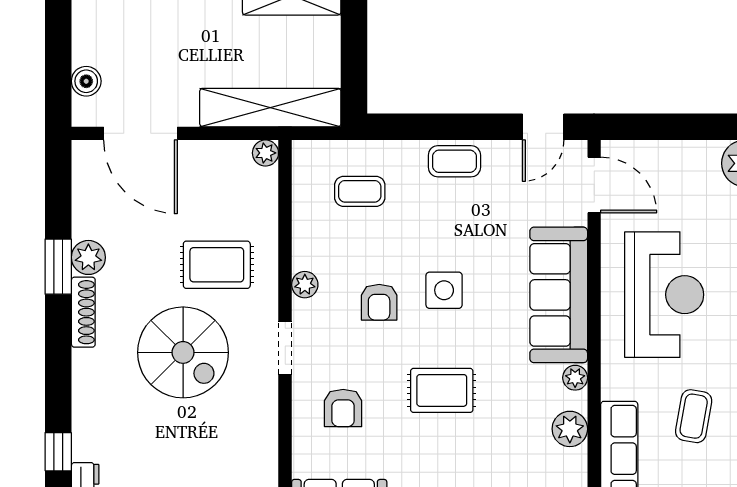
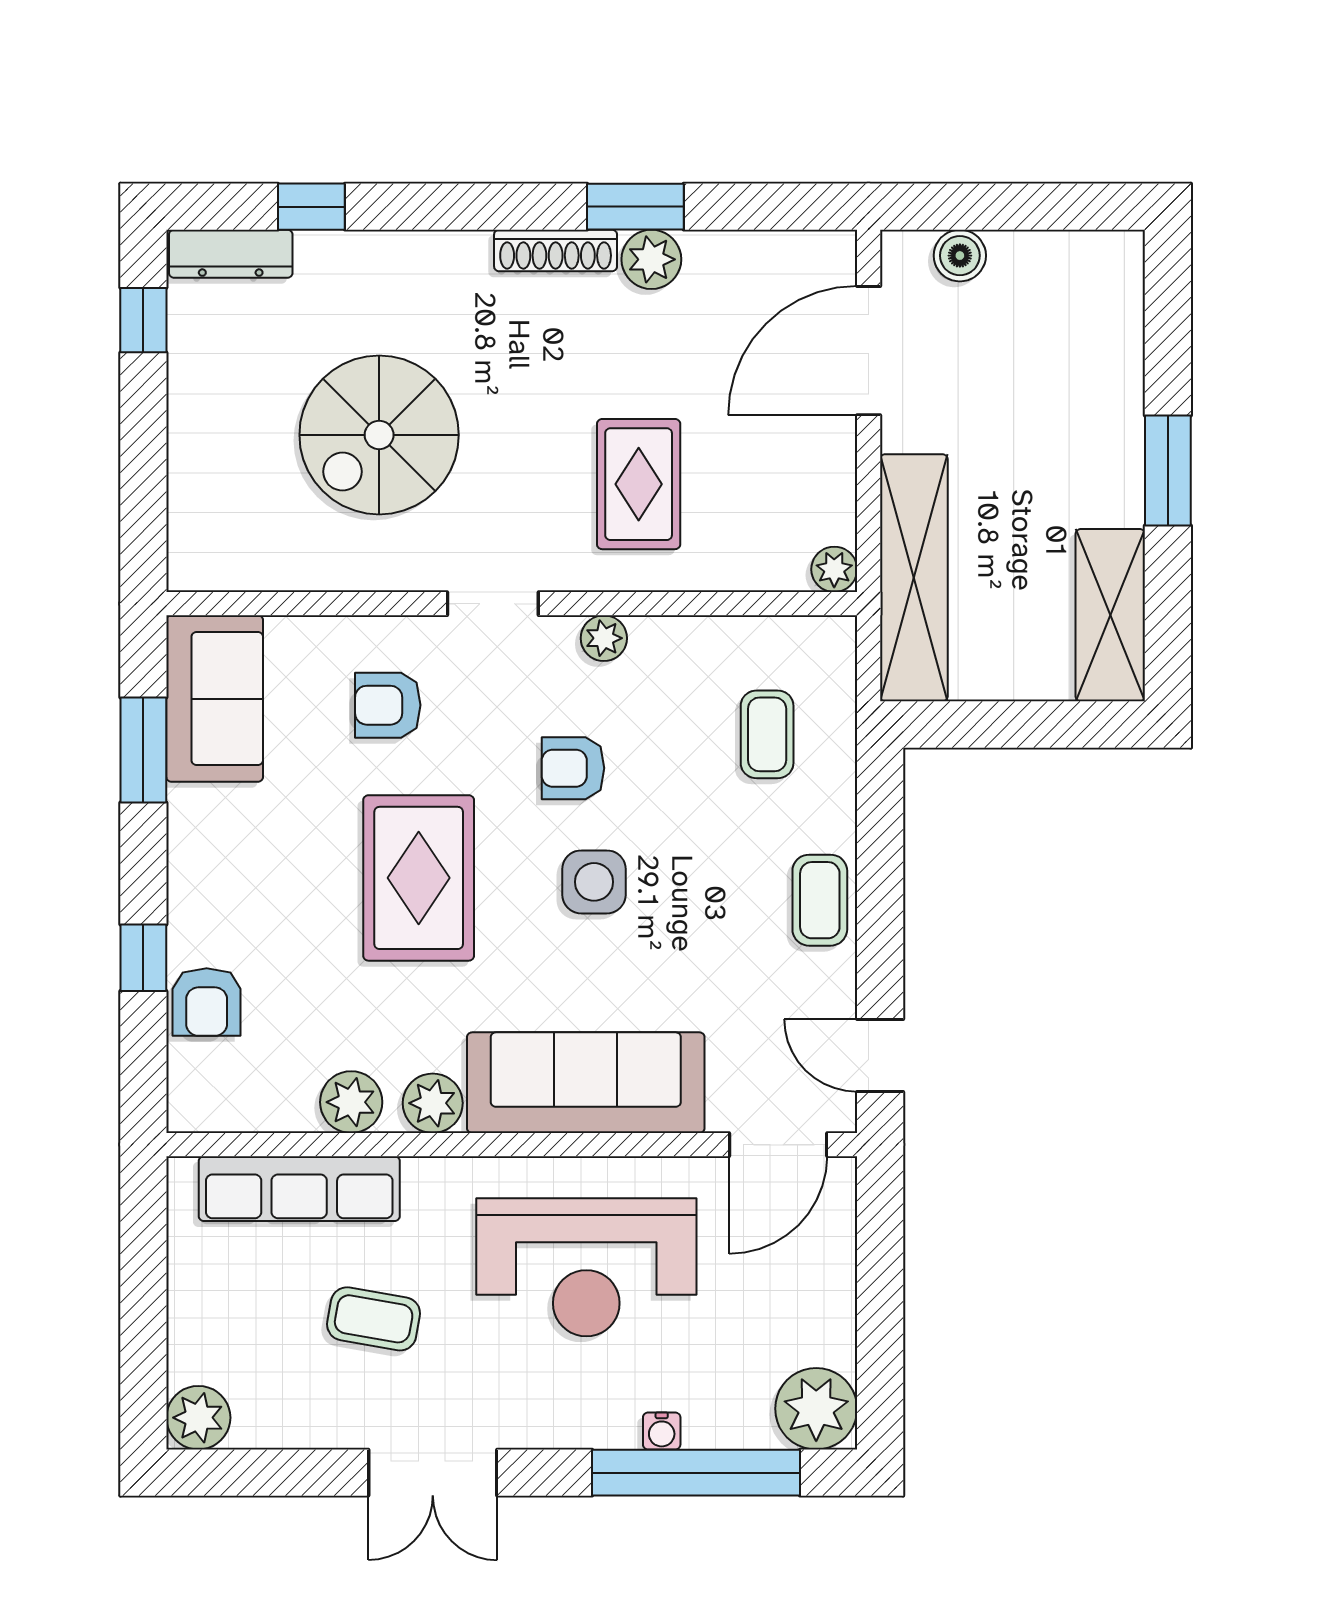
spiral stairs: (183, 352) -> (379, 435), moved
plant: (575, 378) -> (433, 1103), width x1.38, depth x1.38
rug: (442, 390) -> (419, 878), width x1.36, depth x1.43

